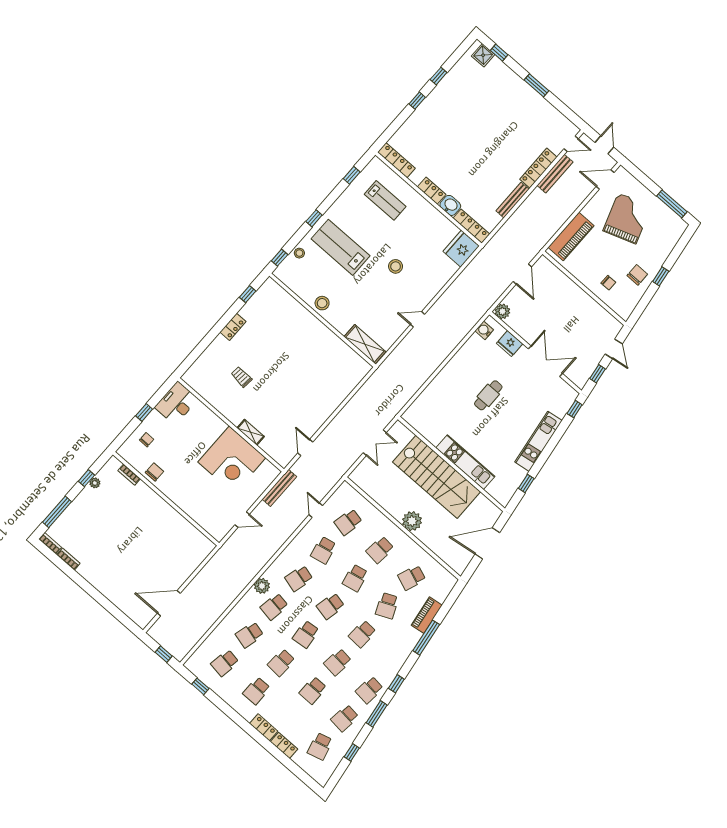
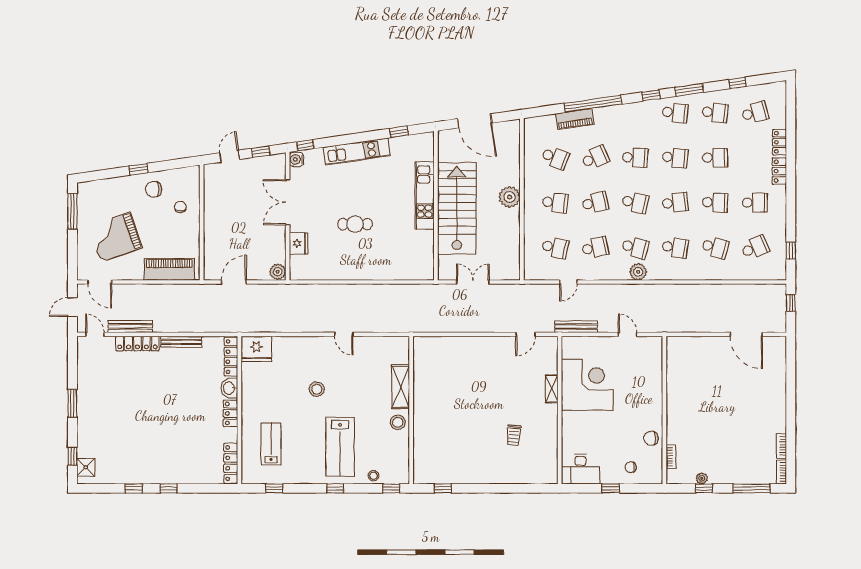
locker: (233, 327) -> (479, 477), removed
water cooler: (484, 330) -> (296, 159), moved, turned 90
shelving: (365, 344) -> (401, 387), moved
plant: (262, 586) -> (638, 272), moved
window: (426, 638) -> (593, 104), width x1.46
school desk: (225, 663) -> (755, 248), turned -33

